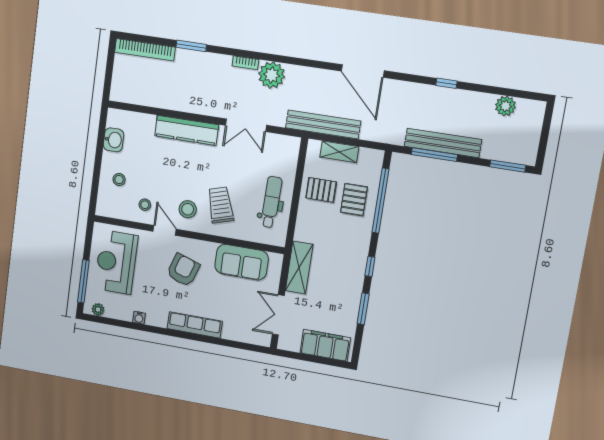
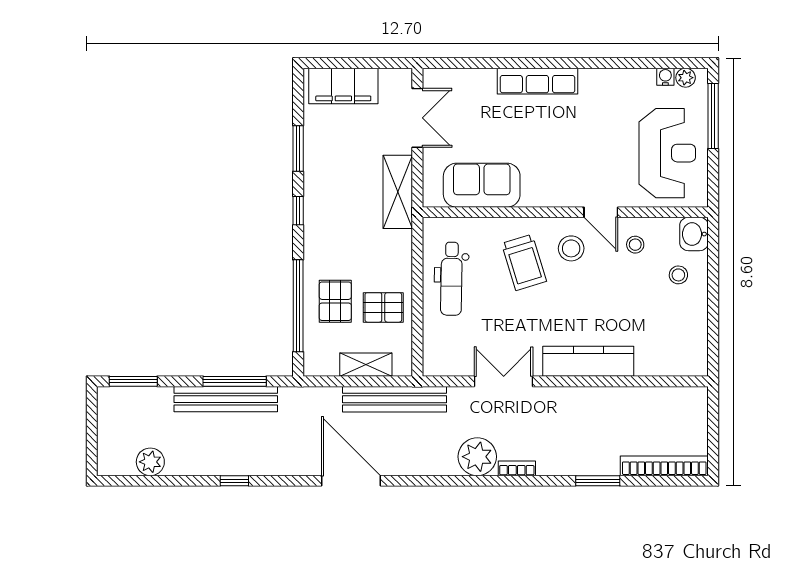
washbasin: (114, 140) -> (694, 234), moved
armchair: (183, 270) -> (566, 159), removed
water cooler: (139, 318) -> (665, 77), moved

